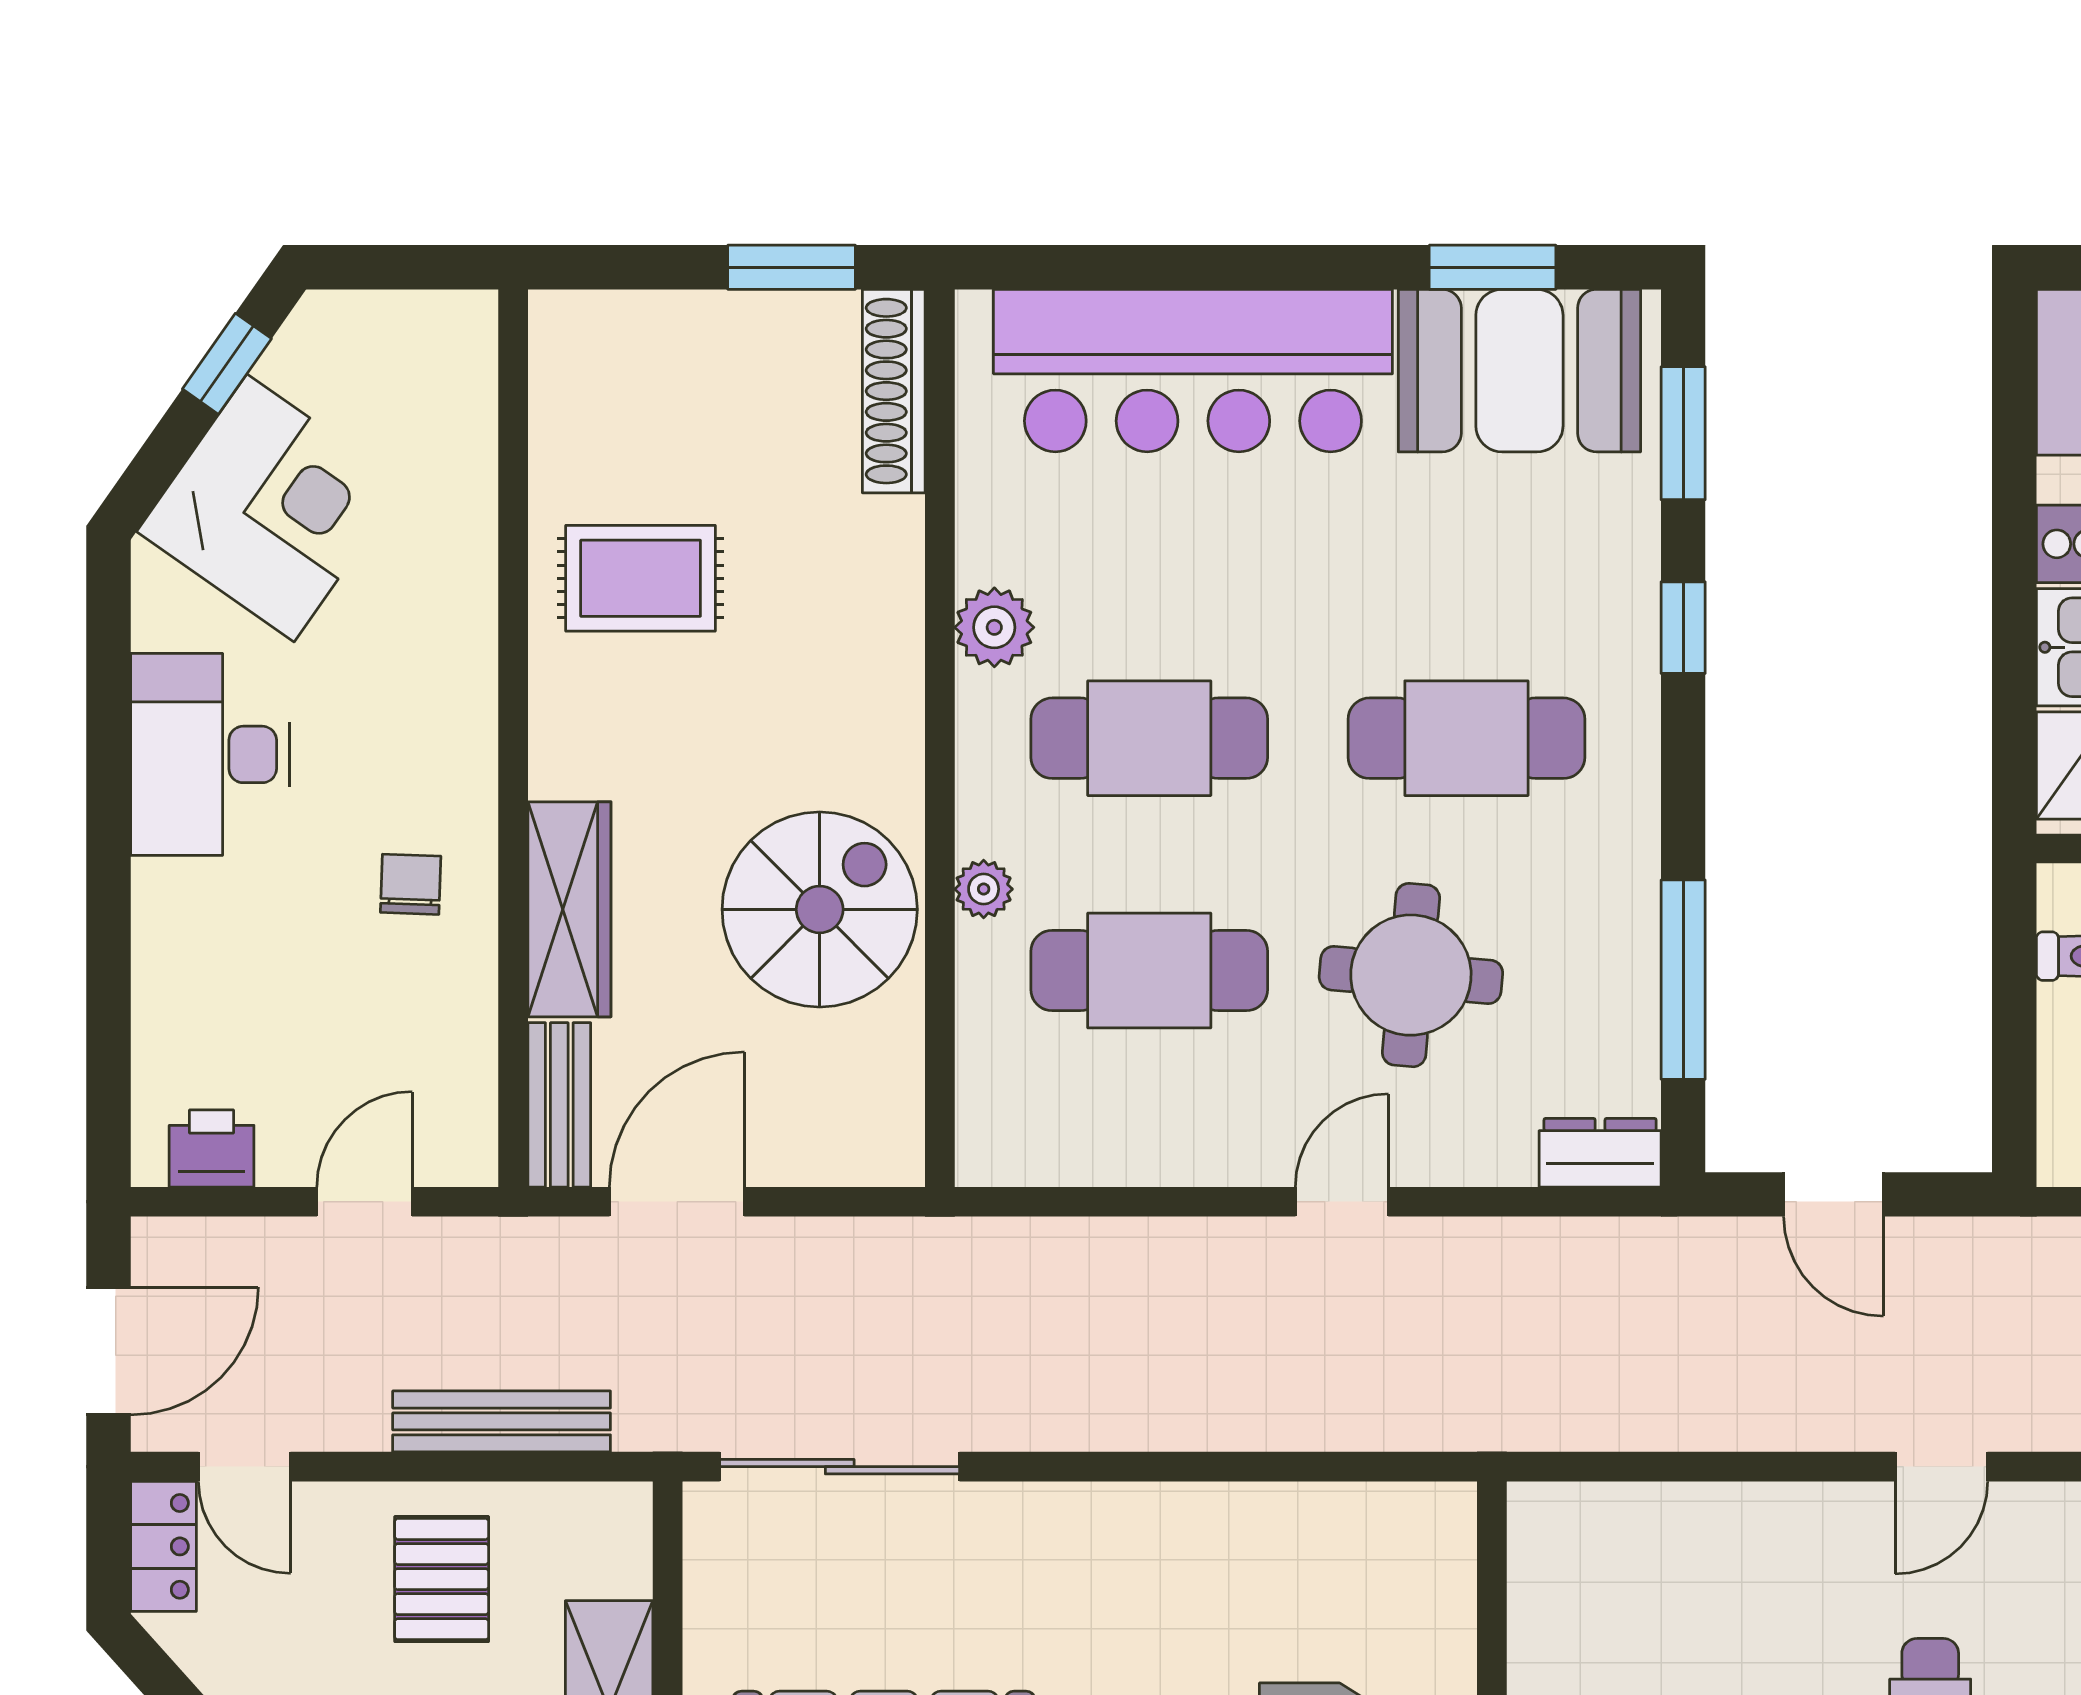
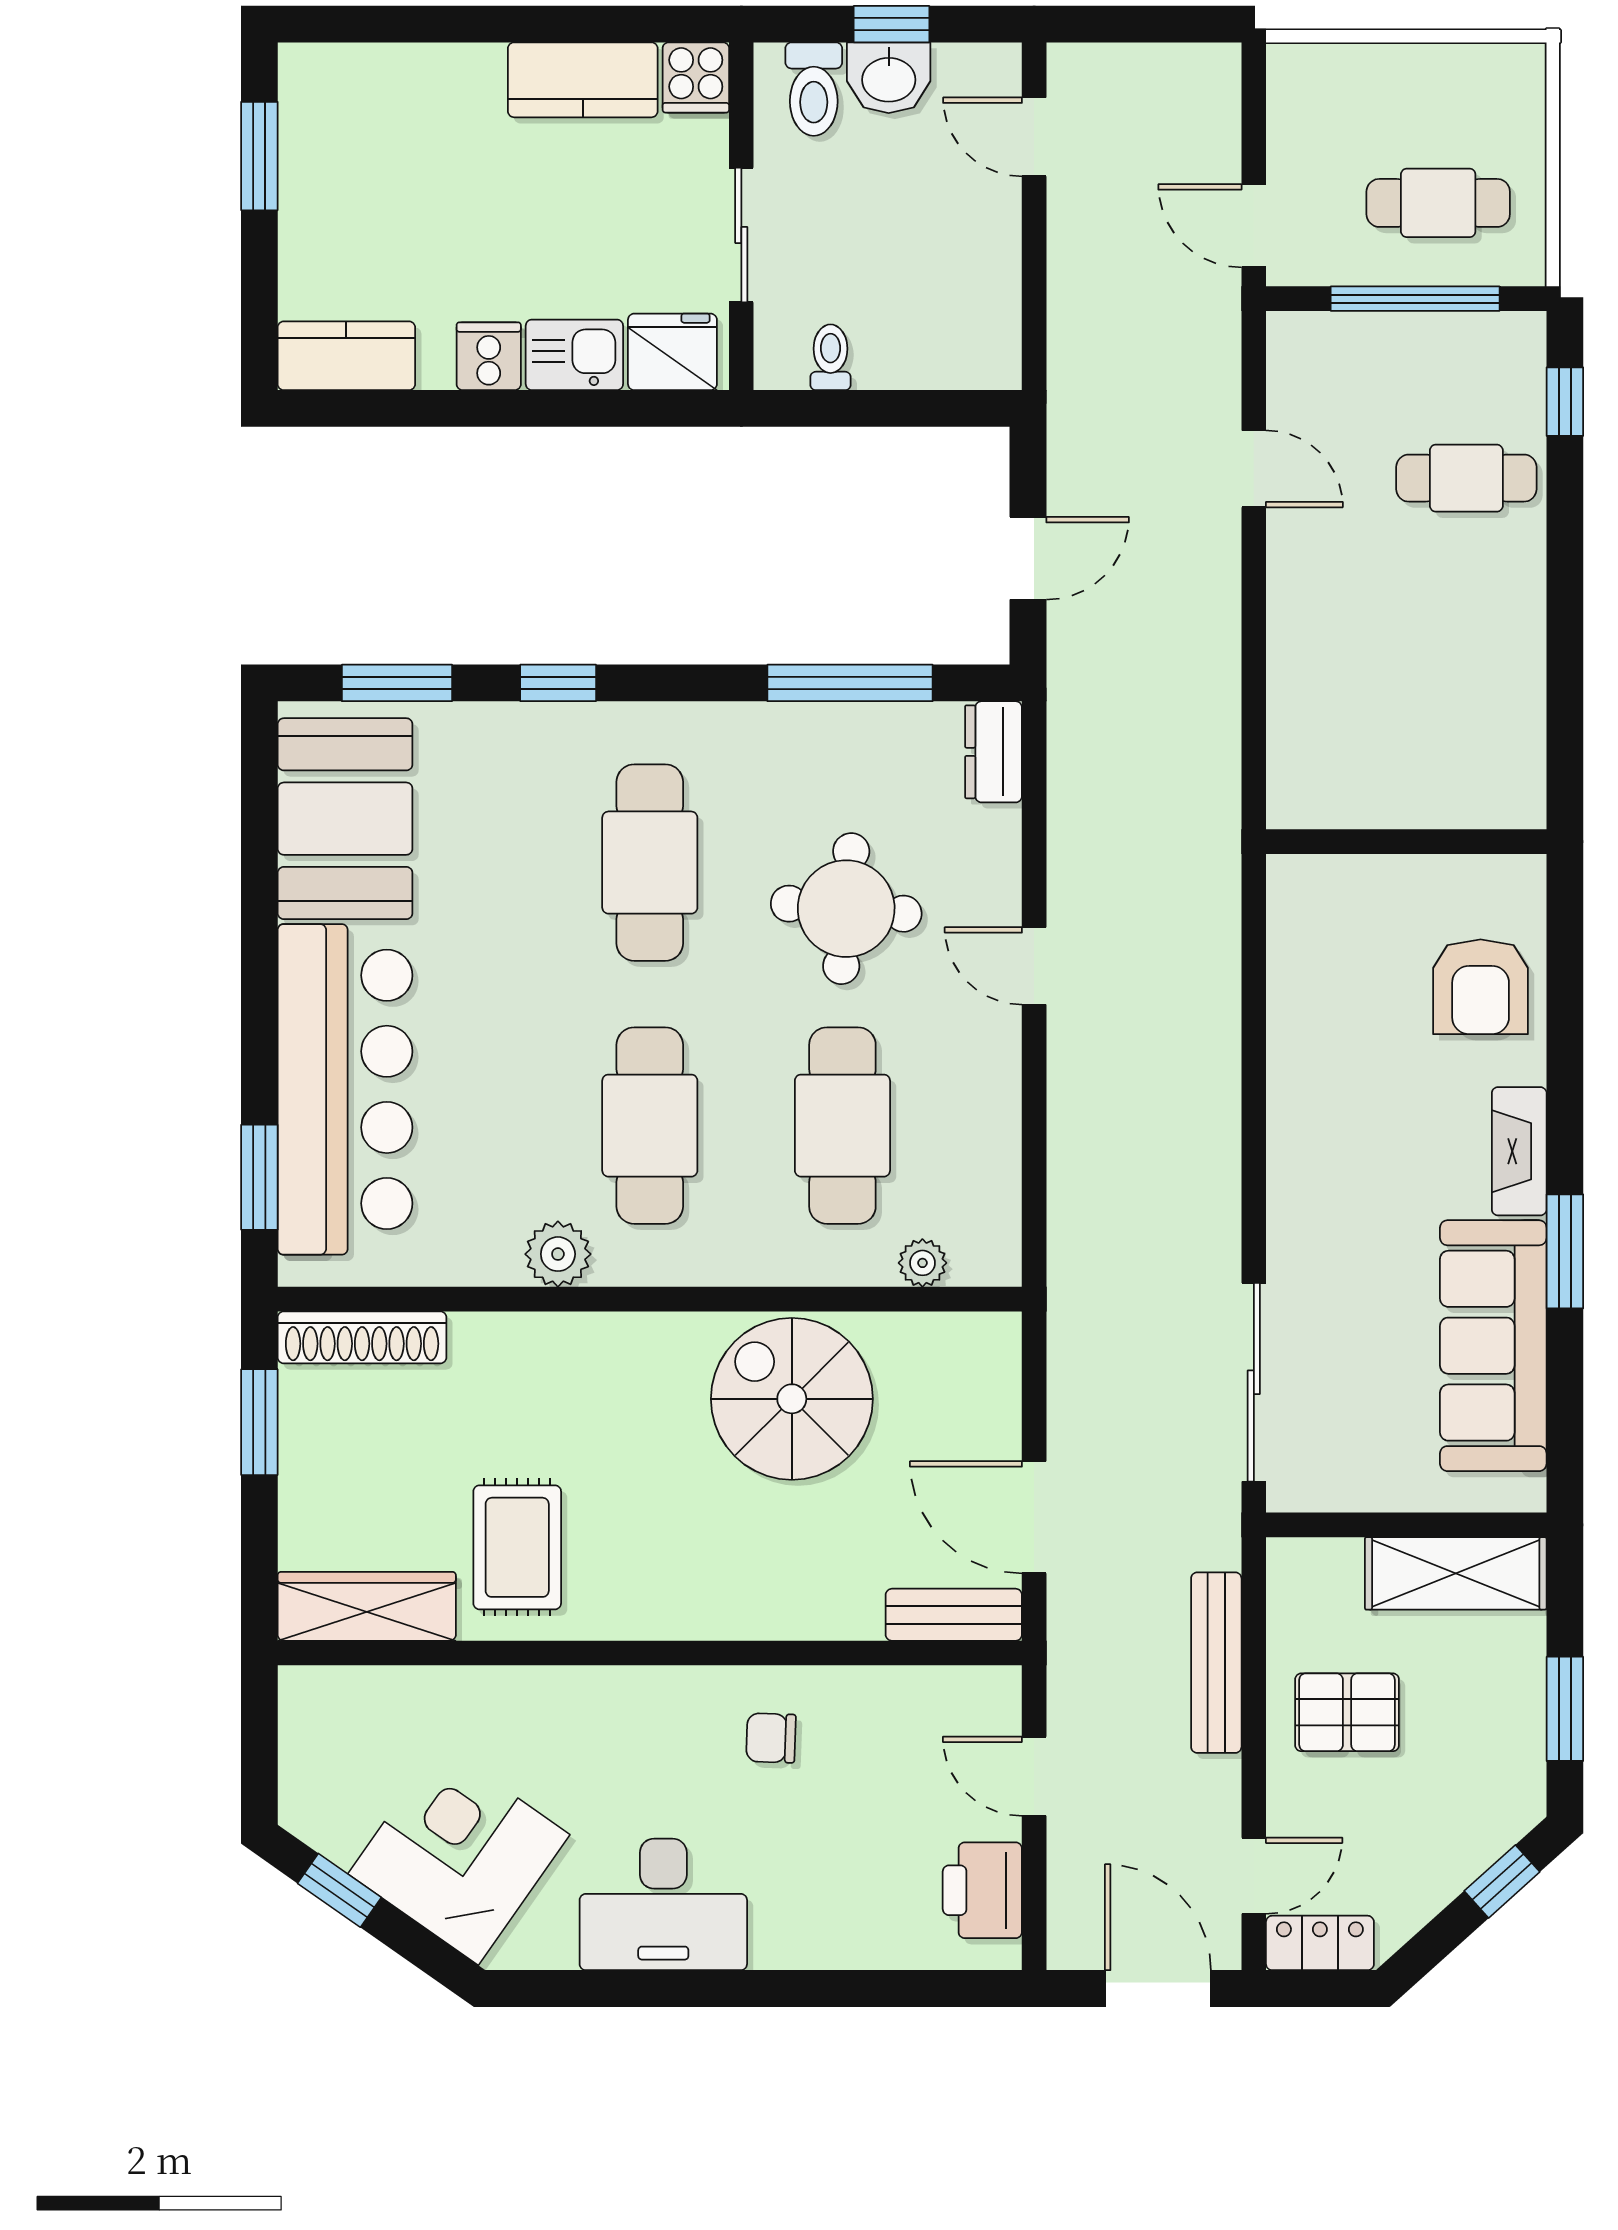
window: (1493, 267) -> (259, 1177), moved
plant: (984, 889) -> (922, 1263), moved
wardrobe: (569, 909) -> (367, 1606), moved
printer: (212, 1148) -> (982, 1890), width x1.36, depth x1.24

